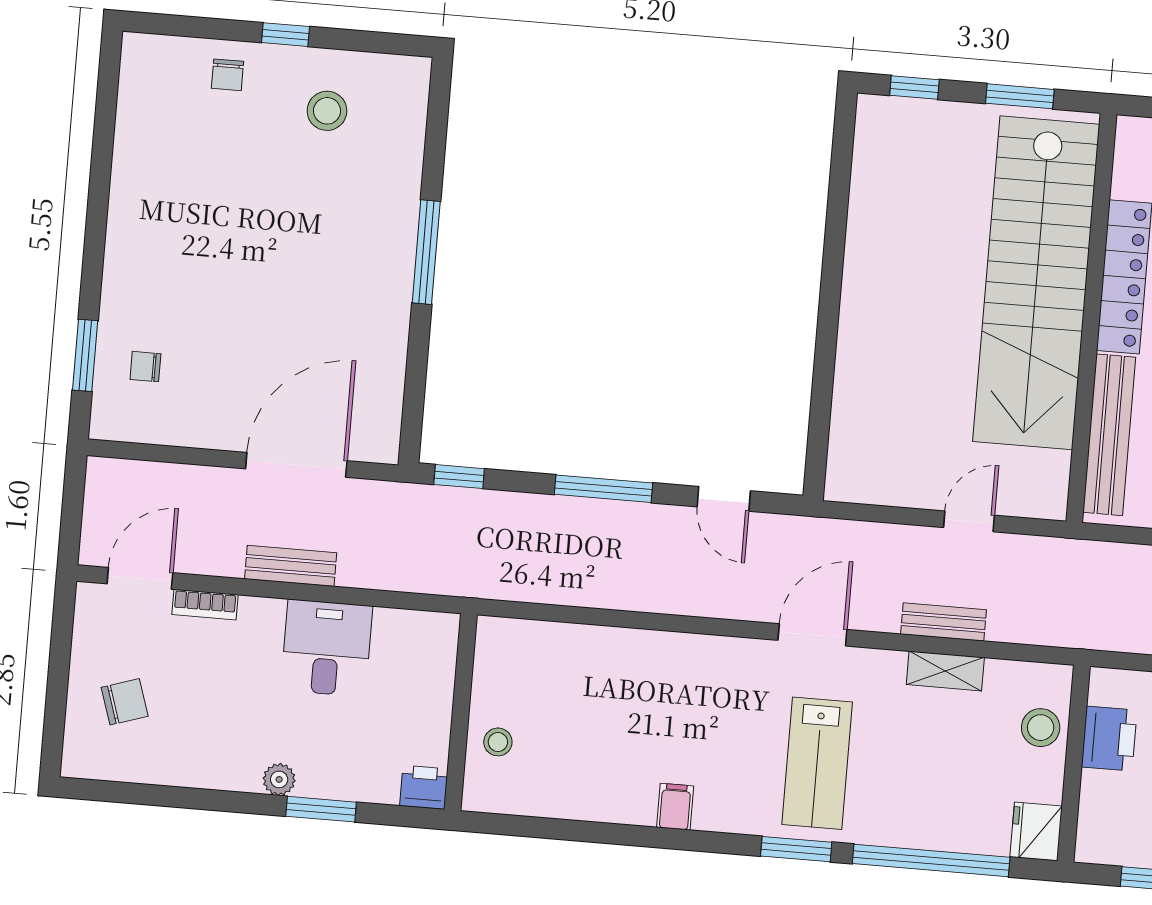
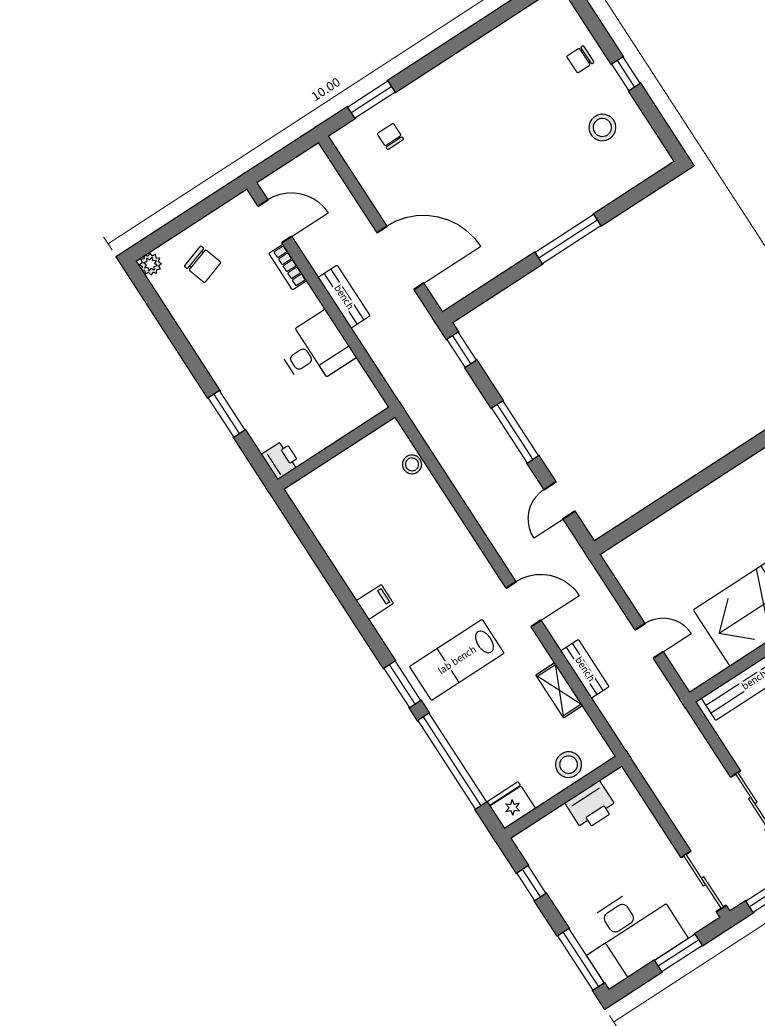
stool: (498, 742) -> (412, 464), moved
plant: (279, 779) -> (150, 264), moved

